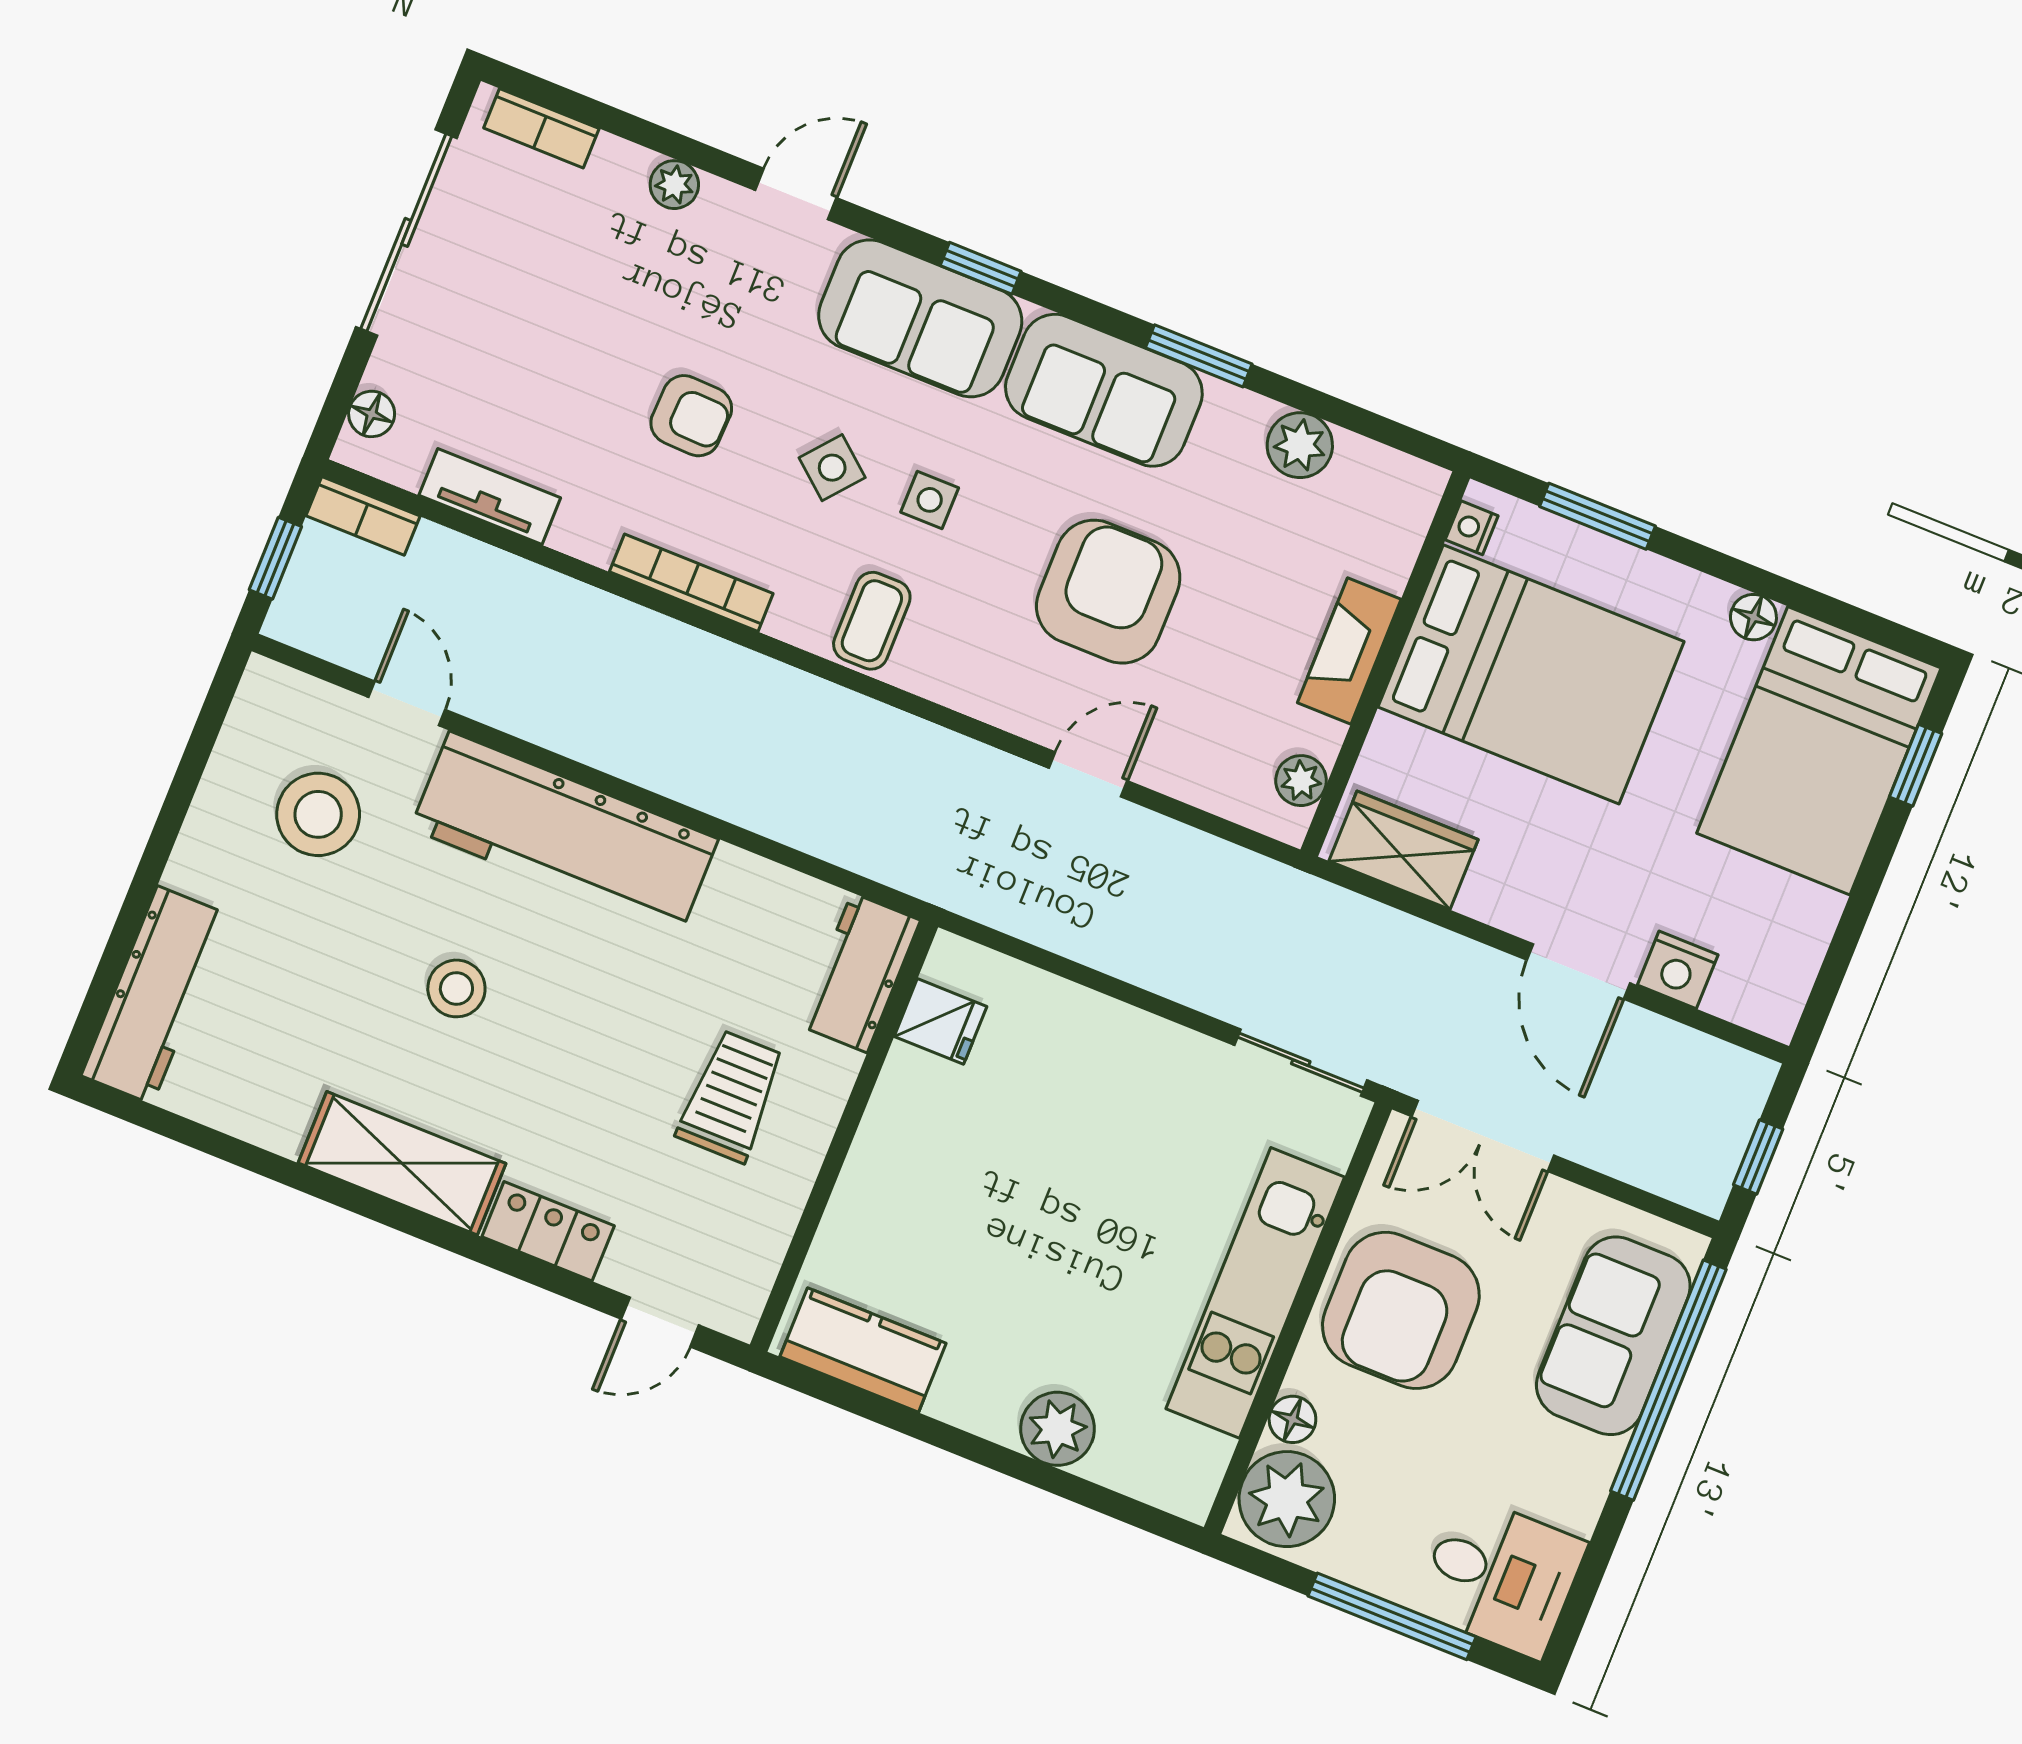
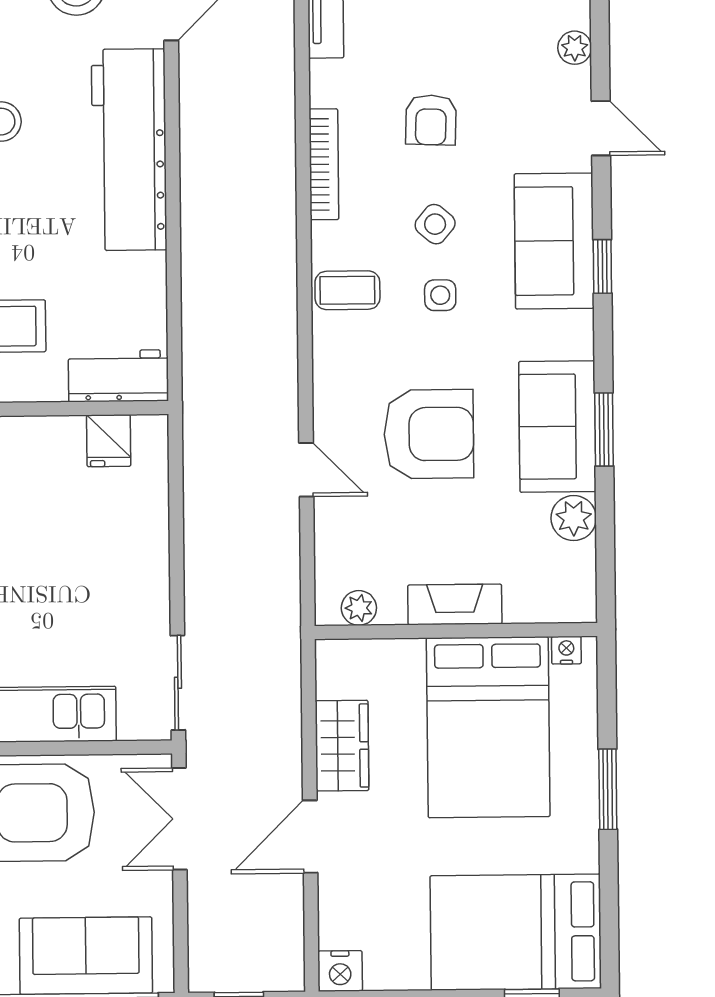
sofa: (1104, 390) -> (557, 426), moved
window: (1598, 516) -> (608, 789), moved
floor lamp: (1753, 617) -> (584, 855), removed
wardrobe: (1403, 850) -> (342, 746), moved
nightstand: (1678, 970) -> (340, 971), moved, turned -90

